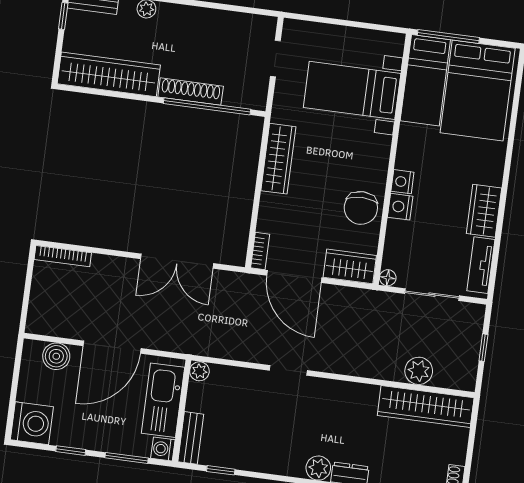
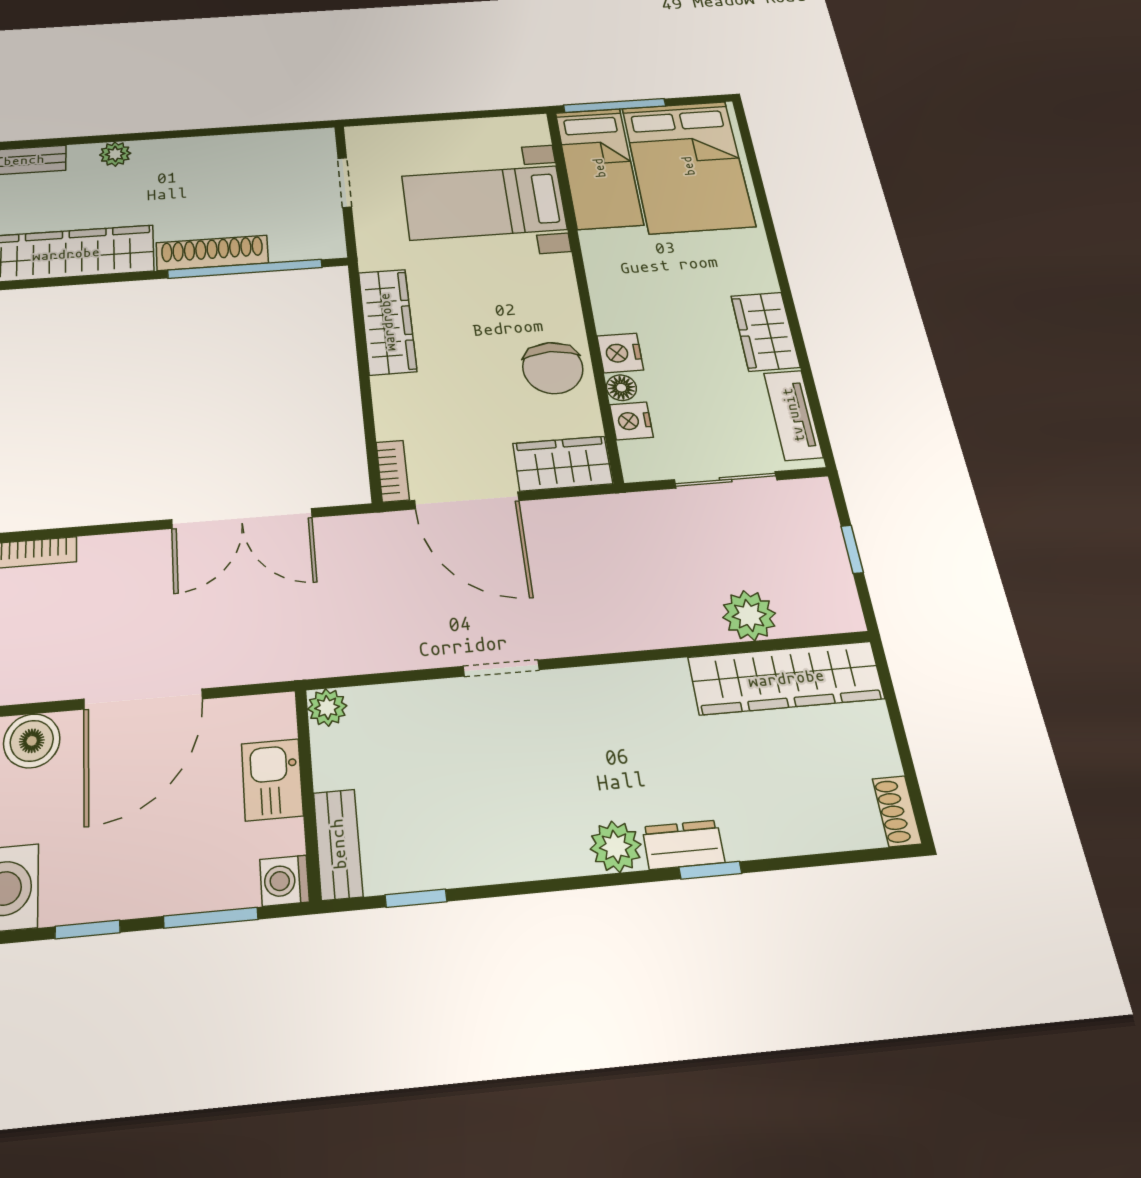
nightstand: (402, 182) -> (631, 421), moved
floor lamp: (388, 278) -> (621, 388), moved
kitchen sink: (163, 400) -> (272, 780), width x0.53, depth x0.81

